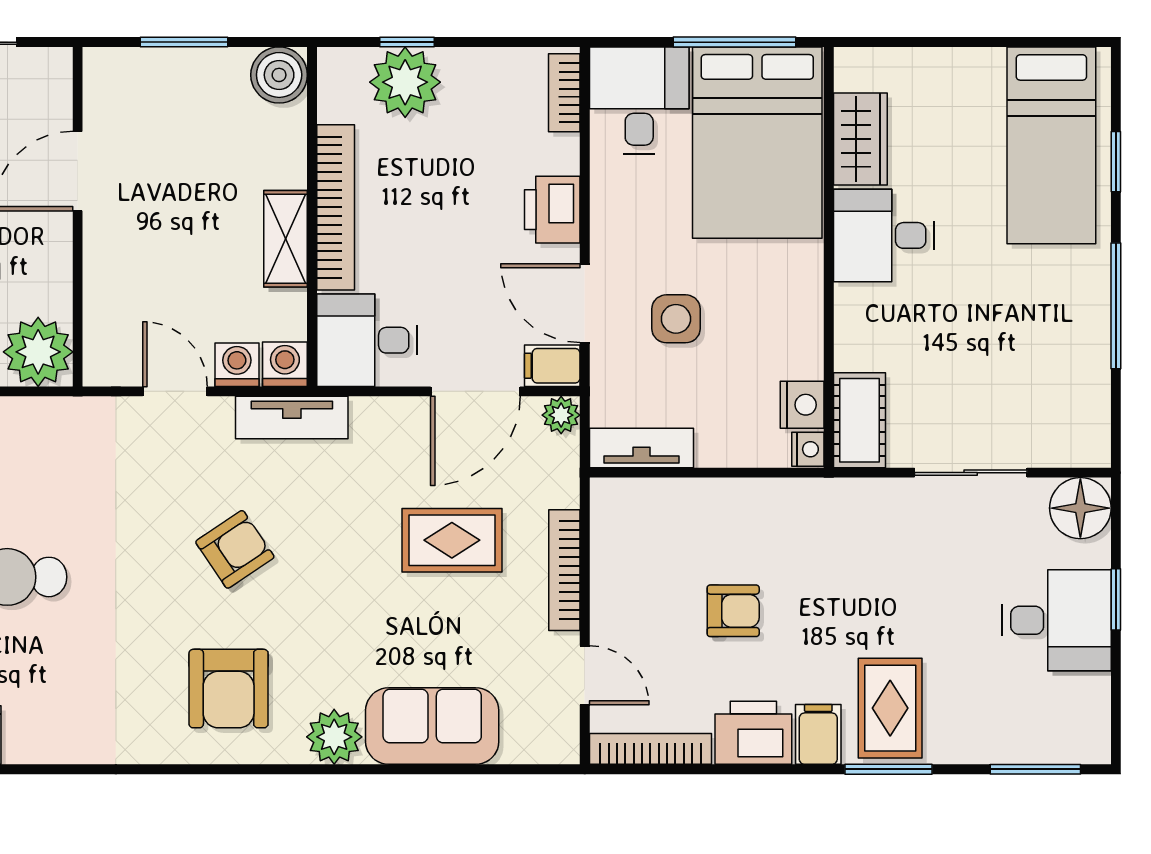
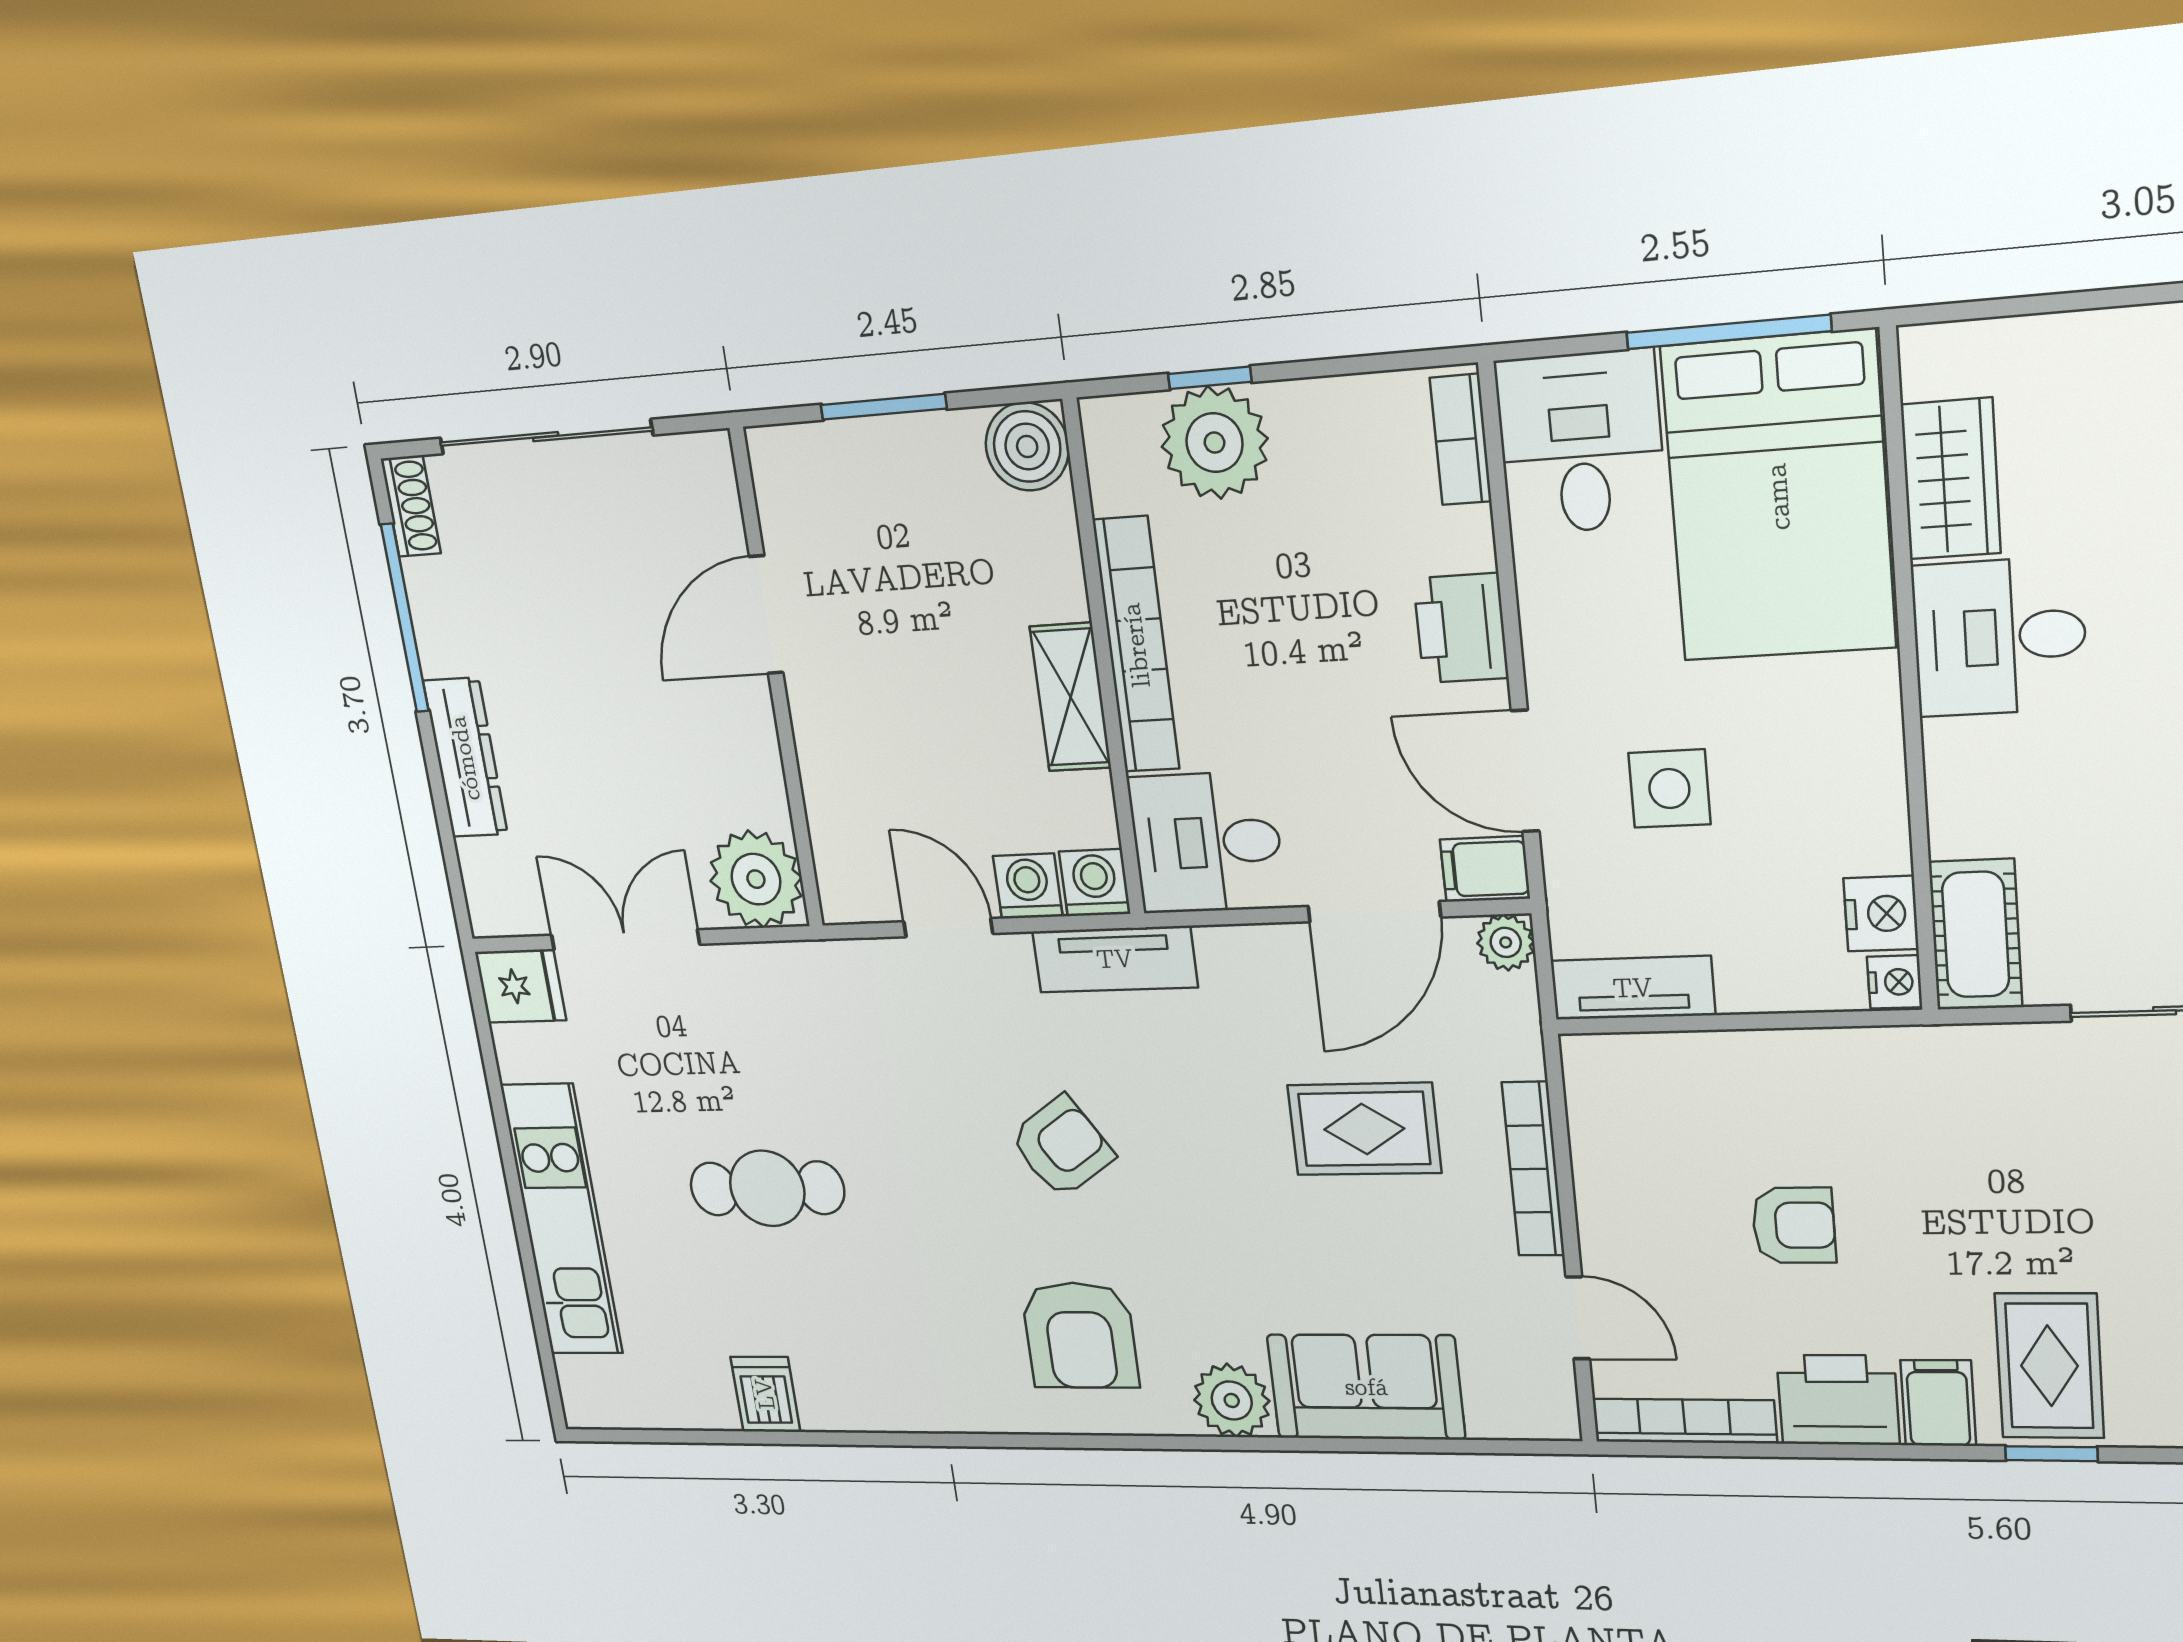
window: (889, 769) -> (2051, 1454), width x0.67

